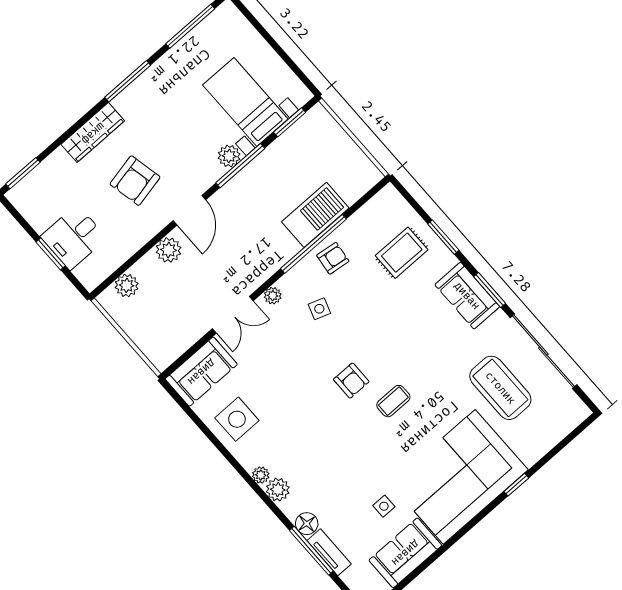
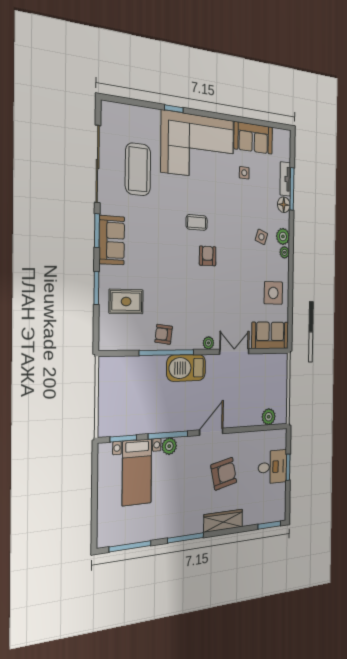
barbecue: (315, 215) -> (186, 368), moved
plant: (169, 250) -> (237, 418), removed
side table: (319, 309) -> (261, 237), moved

